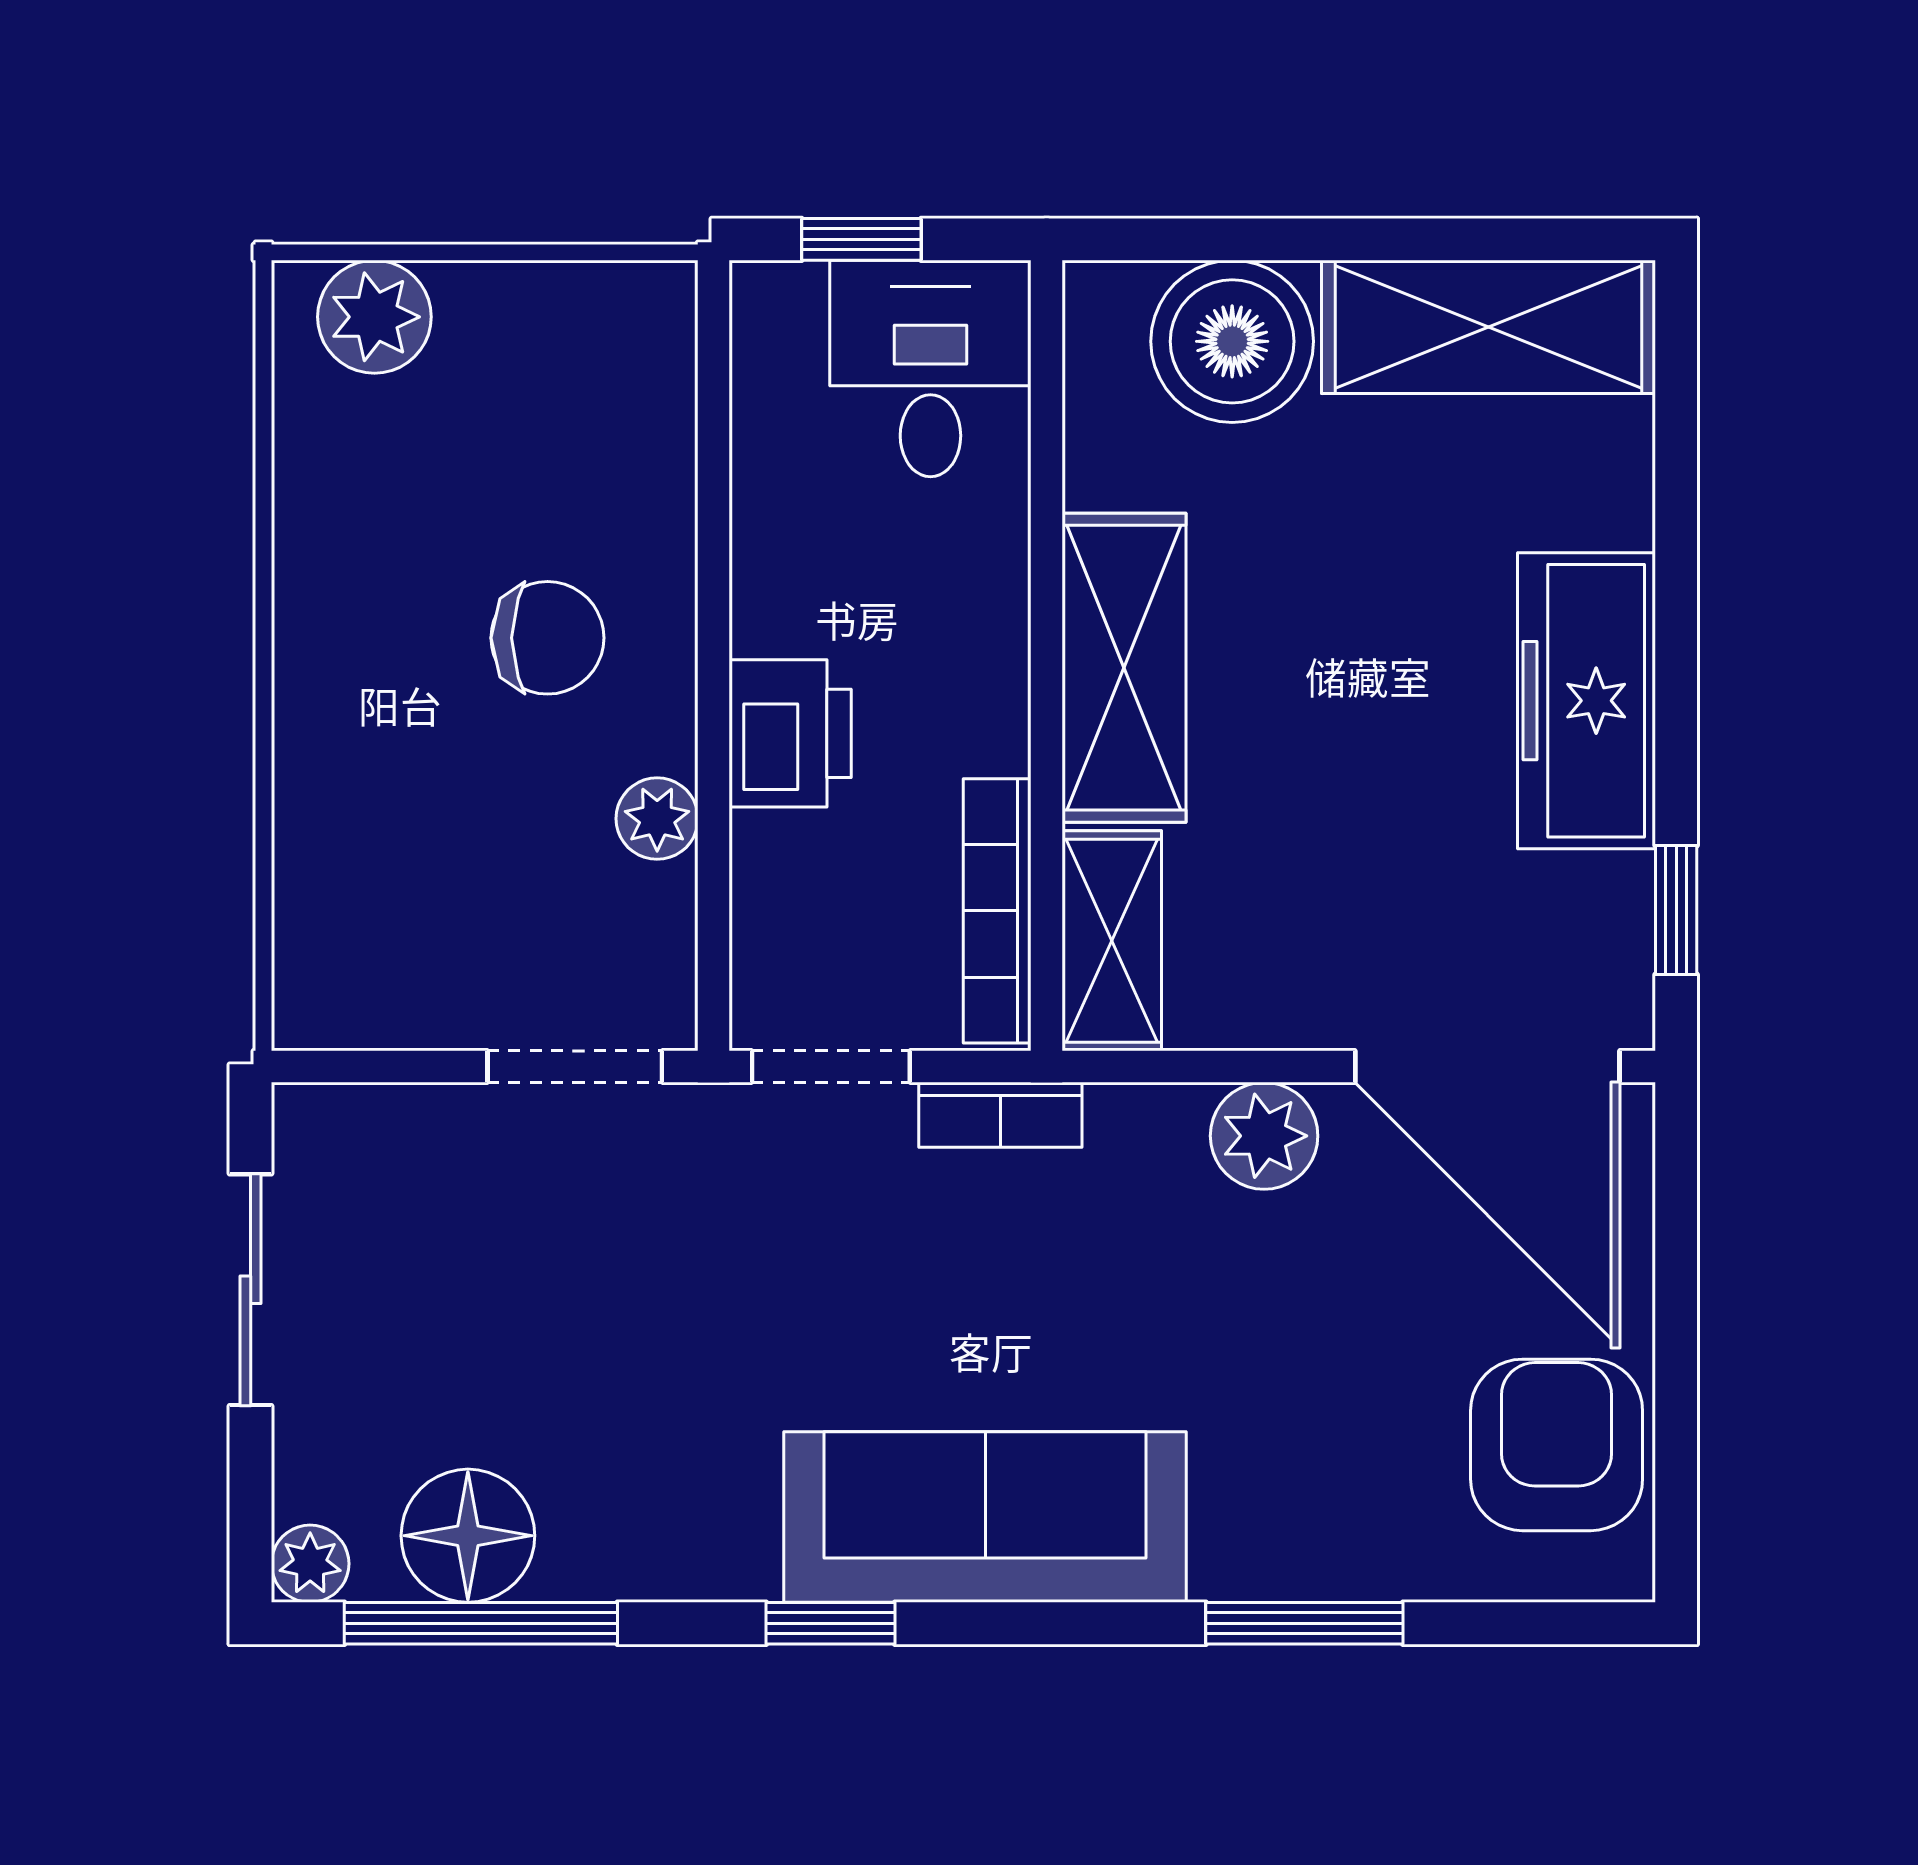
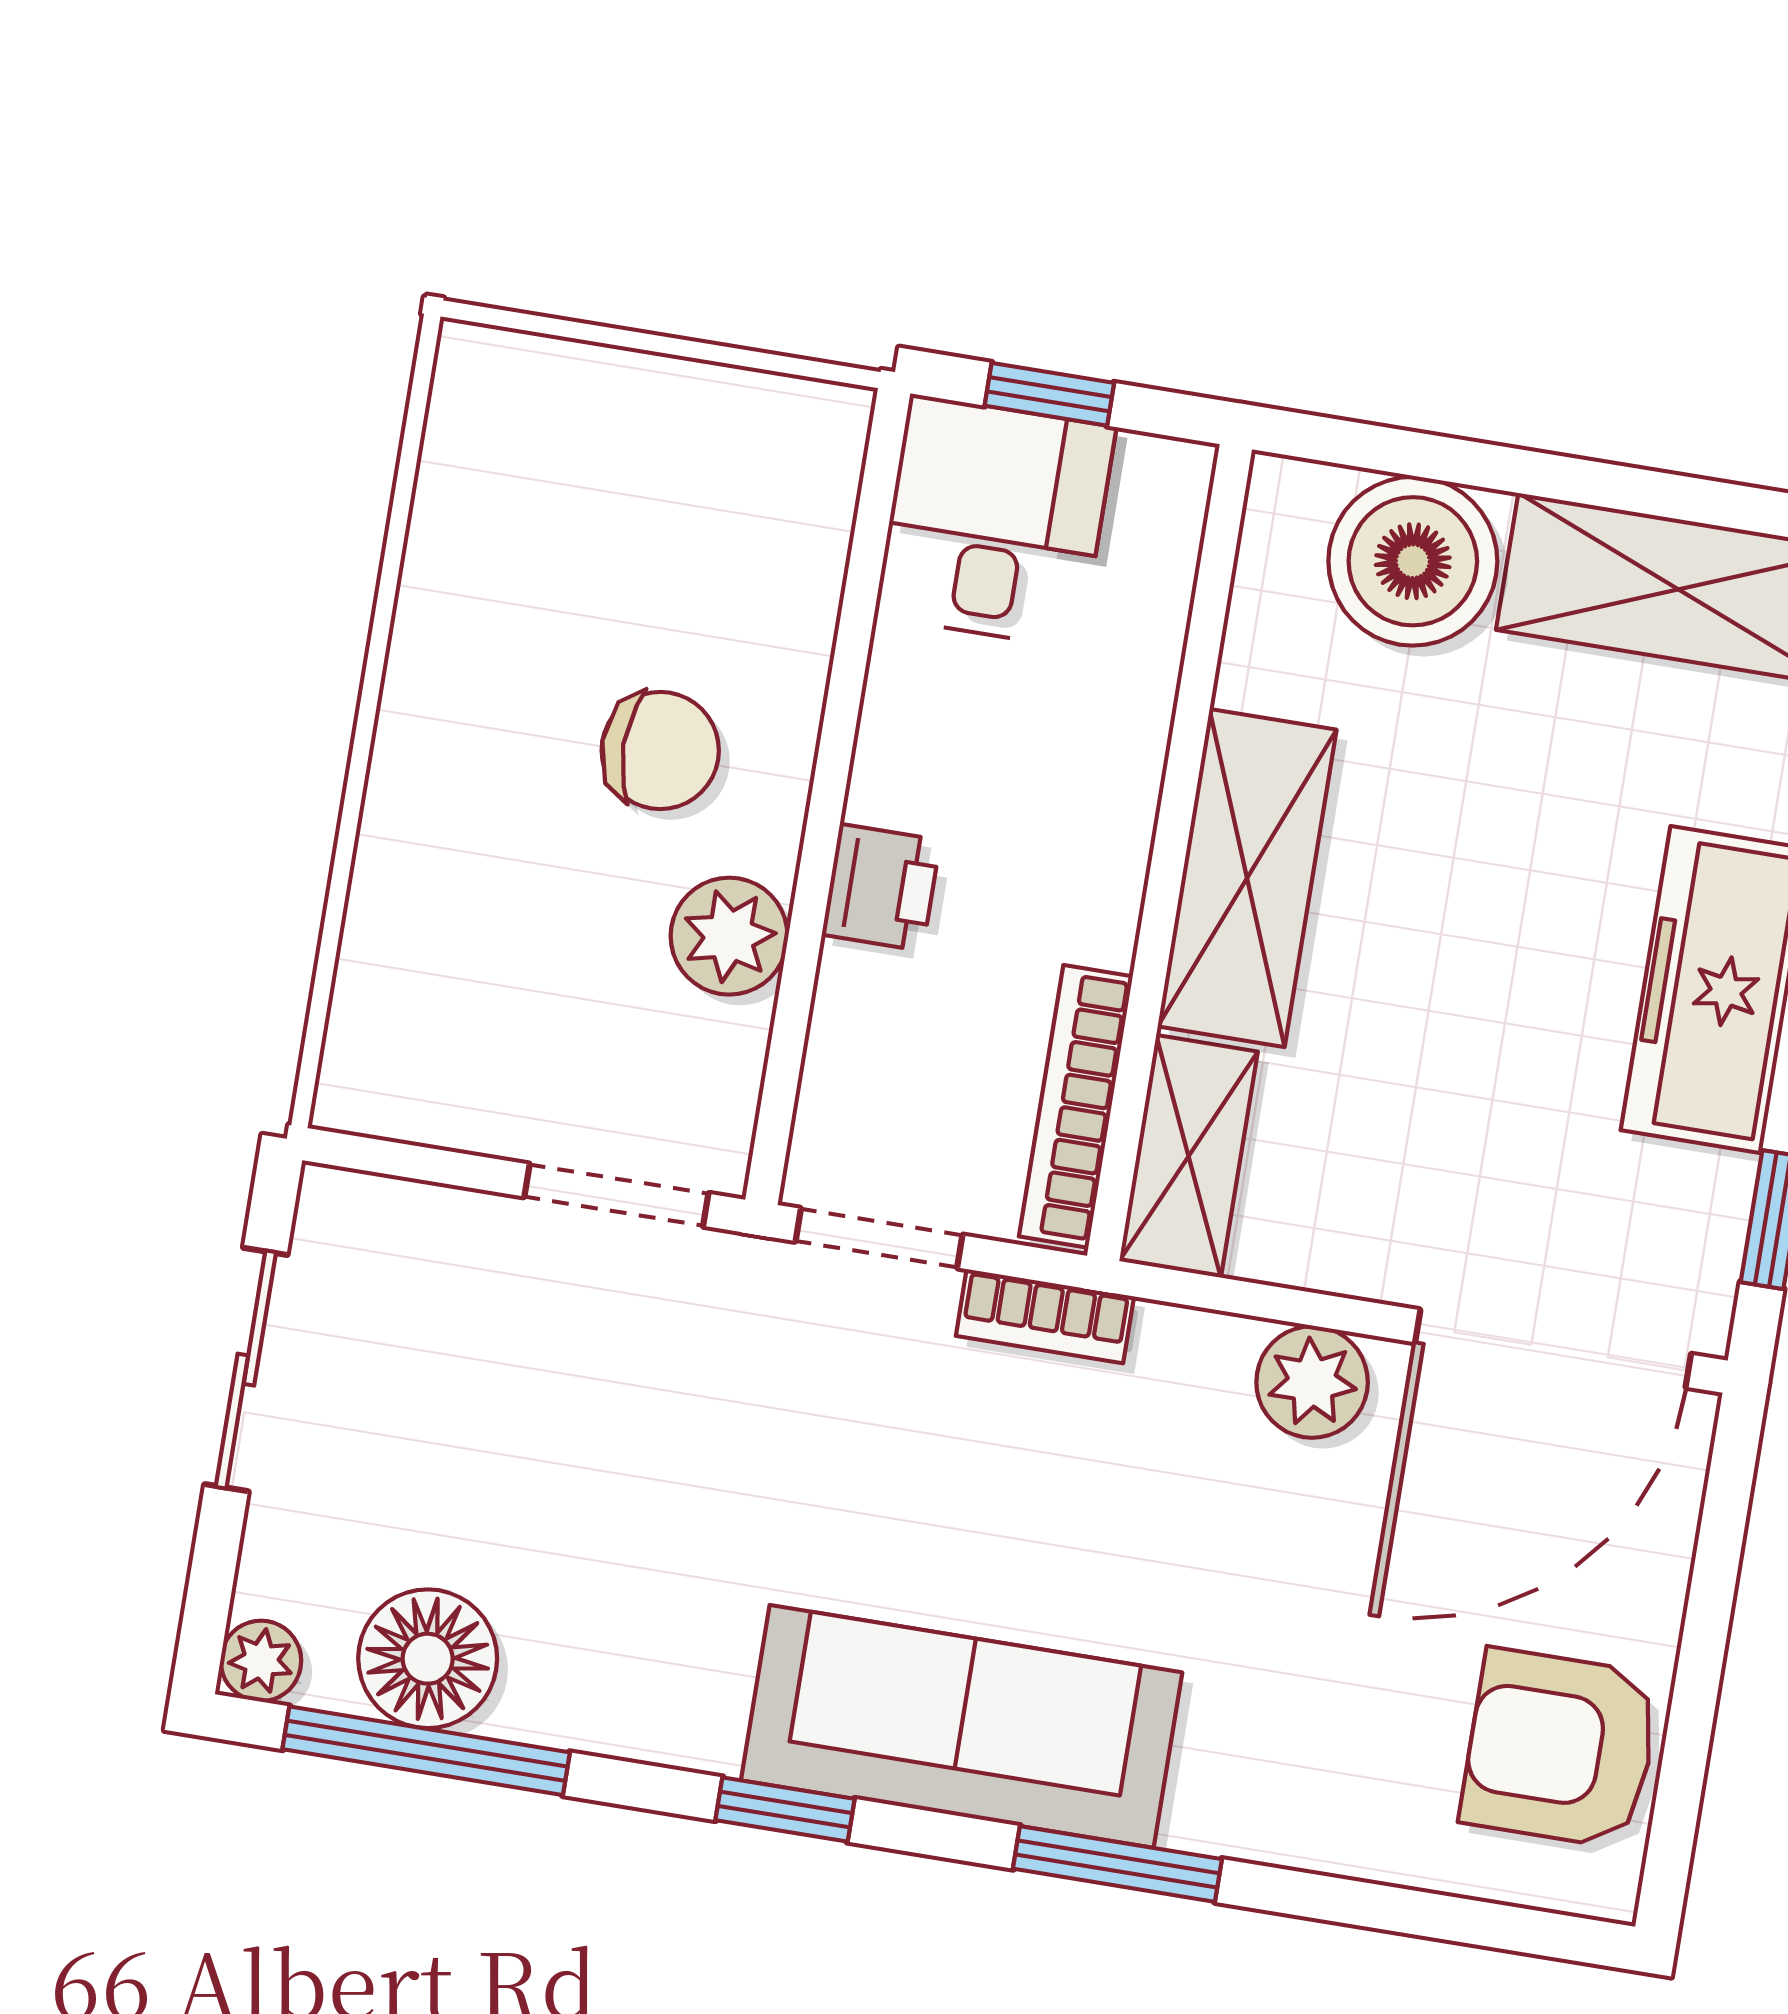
plant: (374, 317) -> (537, 392), removed
desk: (930, 369) -> (995, 521), moved
printer: (790, 733) -> (881, 887), width x0.73, depth x0.81
plant: (657, 819) -> (729, 936), width x1.38, depth x1.38
door: (1487, 1067) -> (1553, 1349), hinge flipped
armchair: (1557, 1445) -> (1560, 1748), turned -90
window: (1304, 1623) -> (1117, 1864), moved

